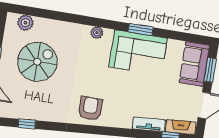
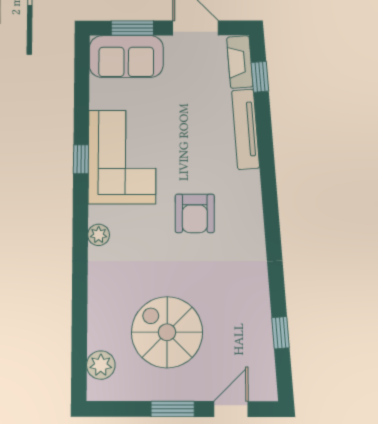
window: (141, 29) -> (81, 159), width x0.67
armchair: (90, 108) -> (195, 213), moved, turned -90
tv unit: (149, 124) -> (246, 129), width x1.41

